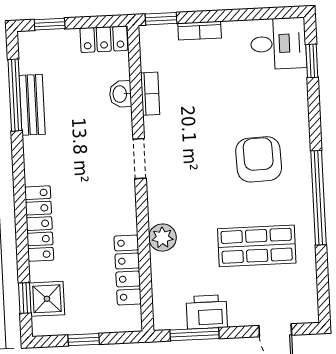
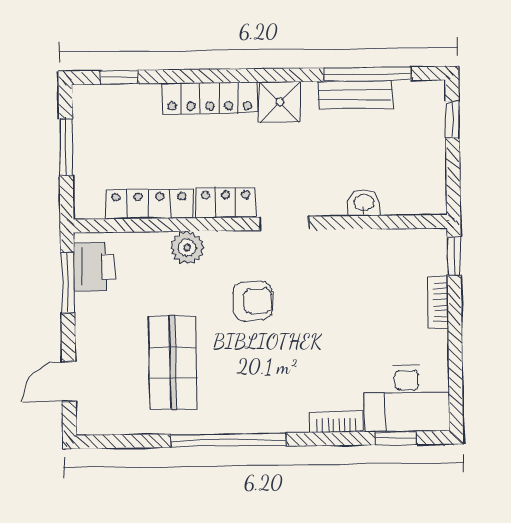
locker: (104, 39) -> (226, 203), moved, turned 90
desk: (278, 44) -> (407, 398), width x1.37
bookcase: (150, 94) -> (336, 422), moved, turned 180
armchair: (259, 159) -> (253, 301), moved, width x0.72, depth x0.72
shower: (47, 299) -> (280, 102), moved
printer: (207, 312) -> (94, 267), moved
window: (84, 340) -> (66, 147), width x1.50

